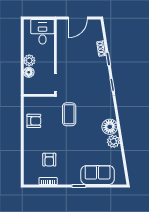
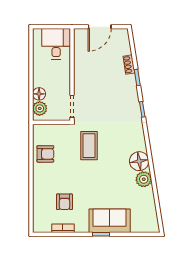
plant: (29, 60) -> (40, 108), moved
sofa: (98, 175) -> (110, 221), moved

